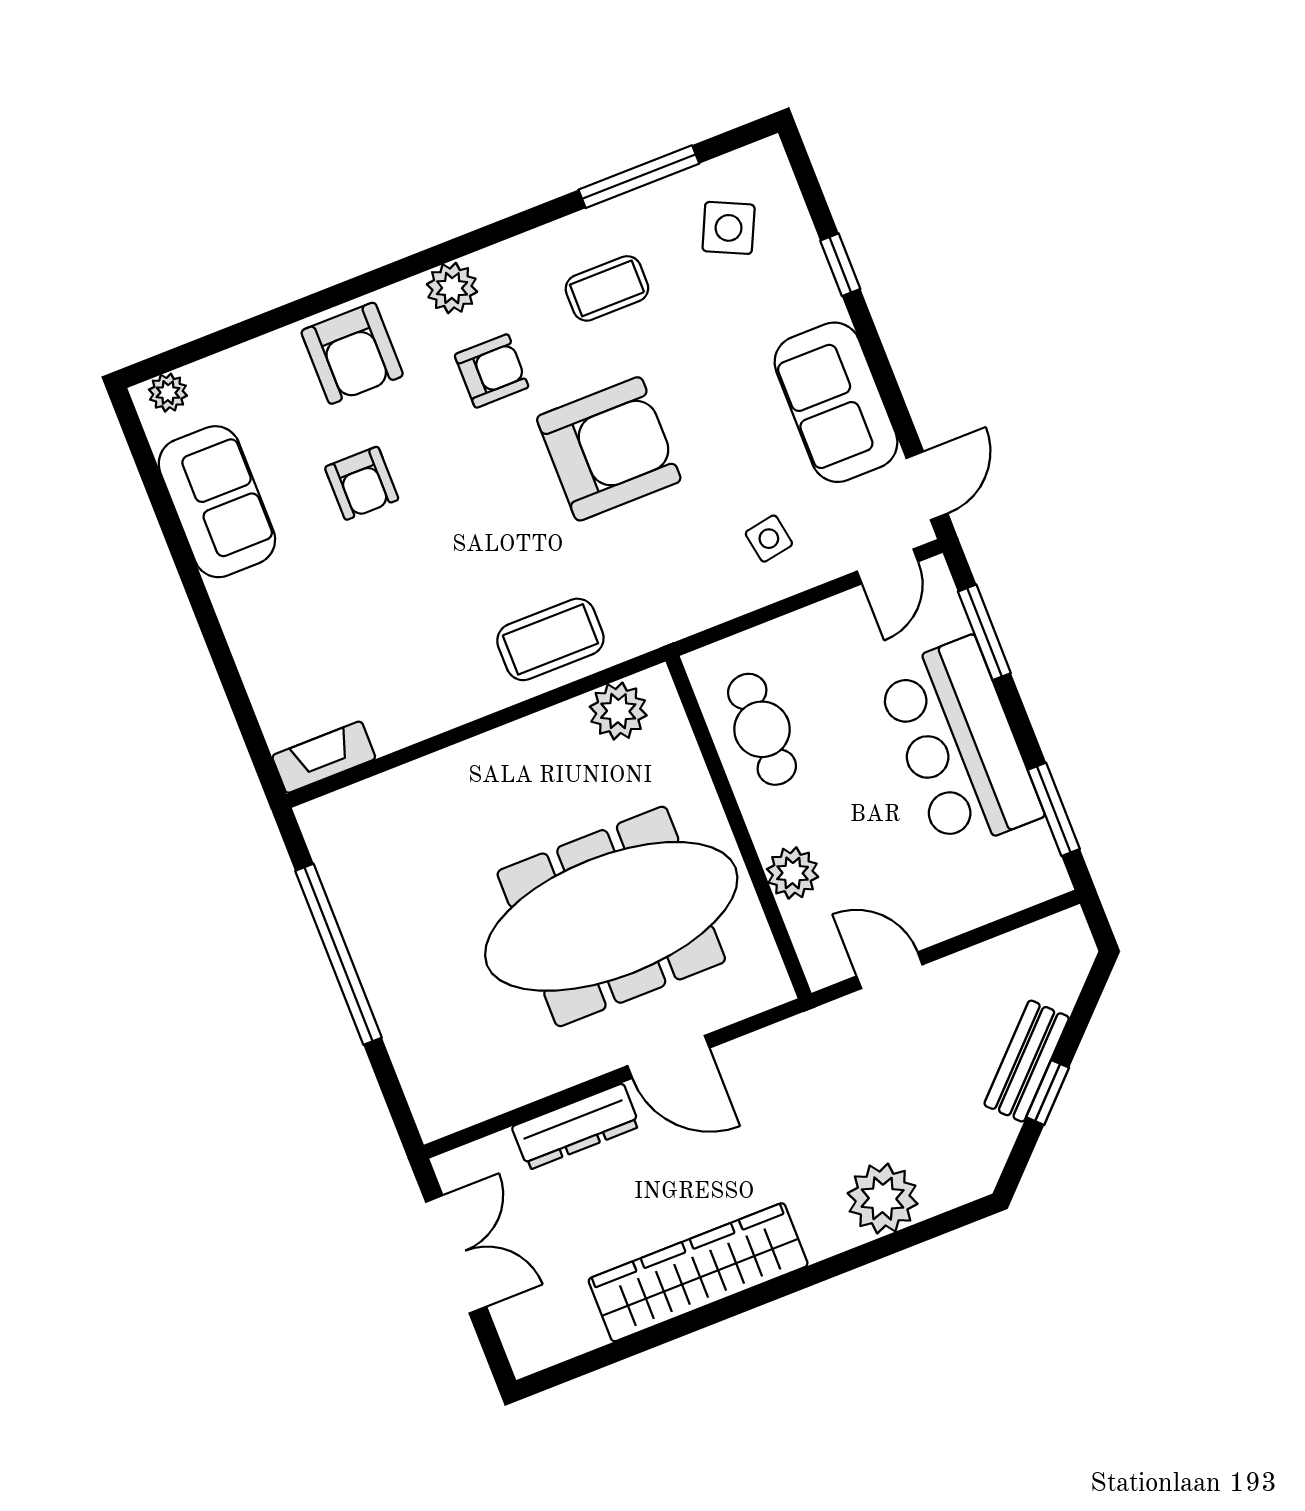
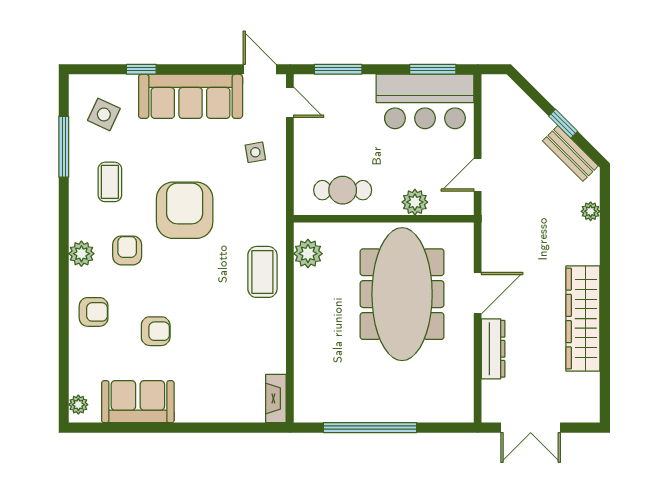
armchair: (352, 353) -> (94, 312), width x0.72, depth x0.72
sofa: (836, 402) -> (191, 96), width x1.36
bar counter: (959, 745) -> (425, 101), moved
bench: (1027, 1061) -> (570, 153), moved
plant: (883, 1198) -> (591, 211), width x0.53, depth x0.53
double door: (456, 1254) -> (531, 428), swing flipped

